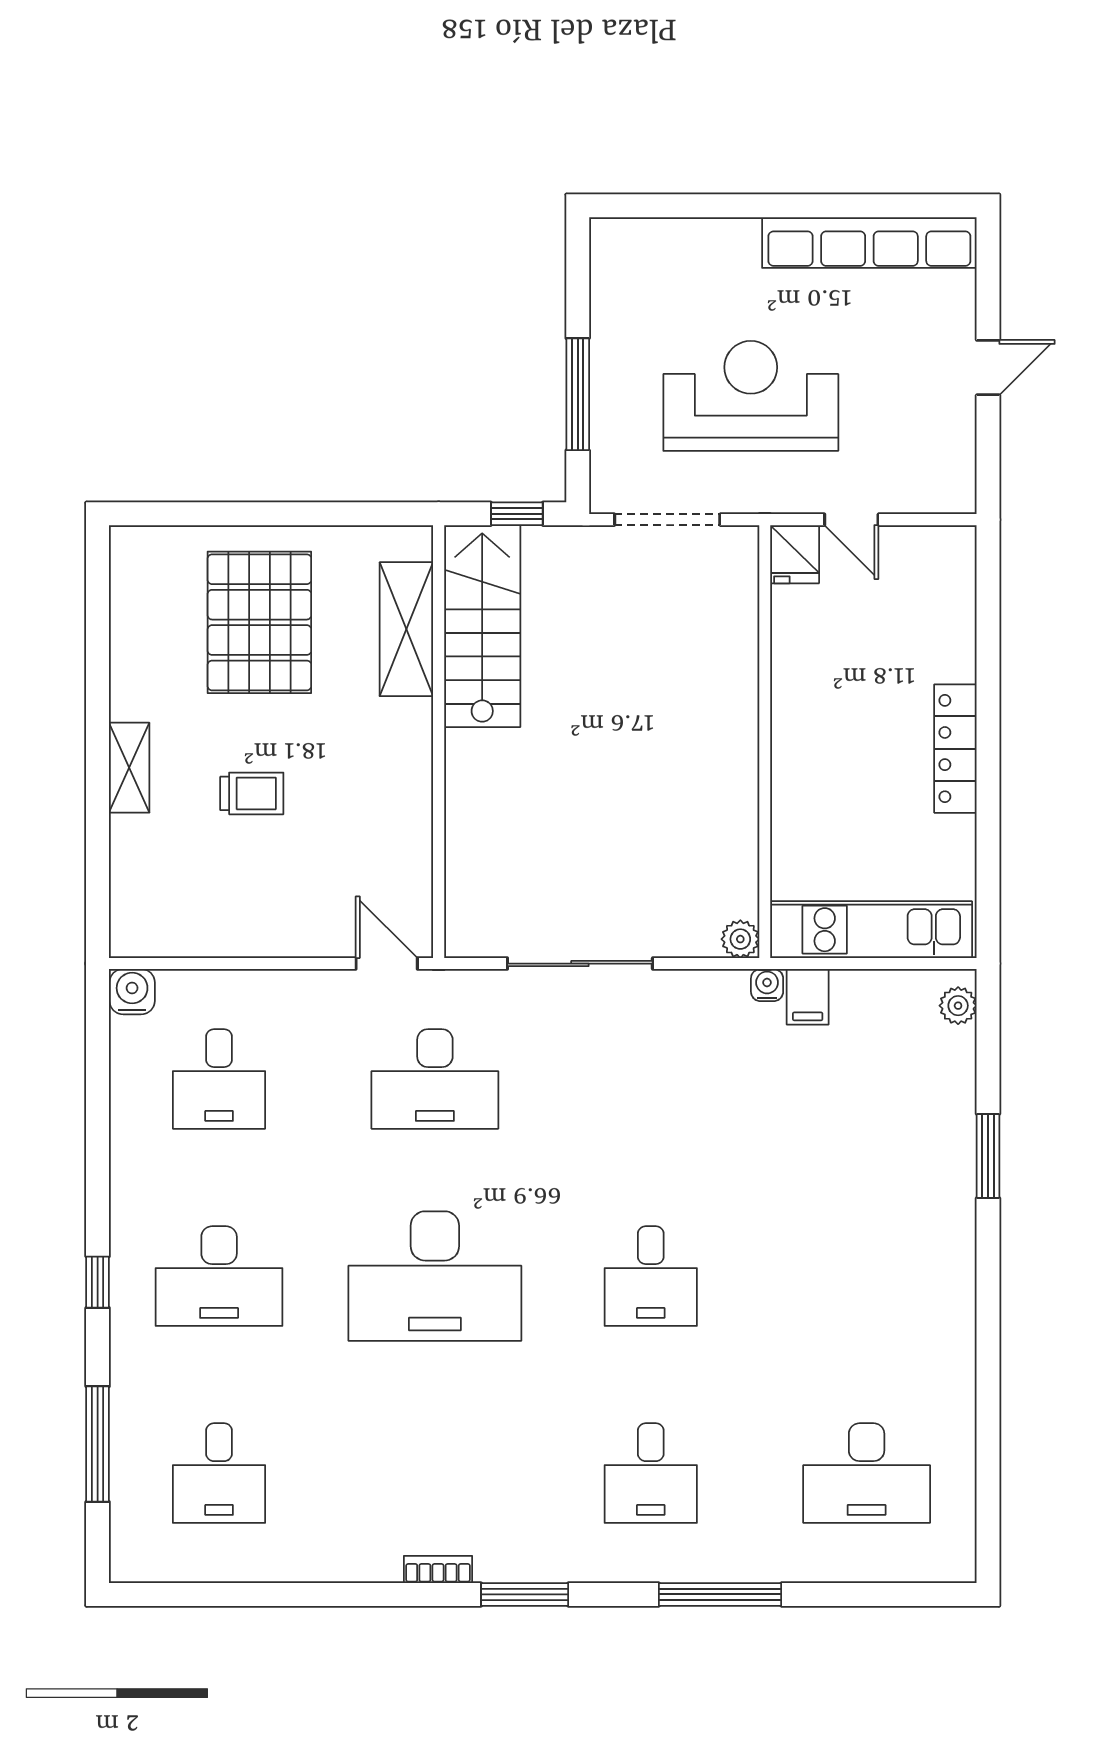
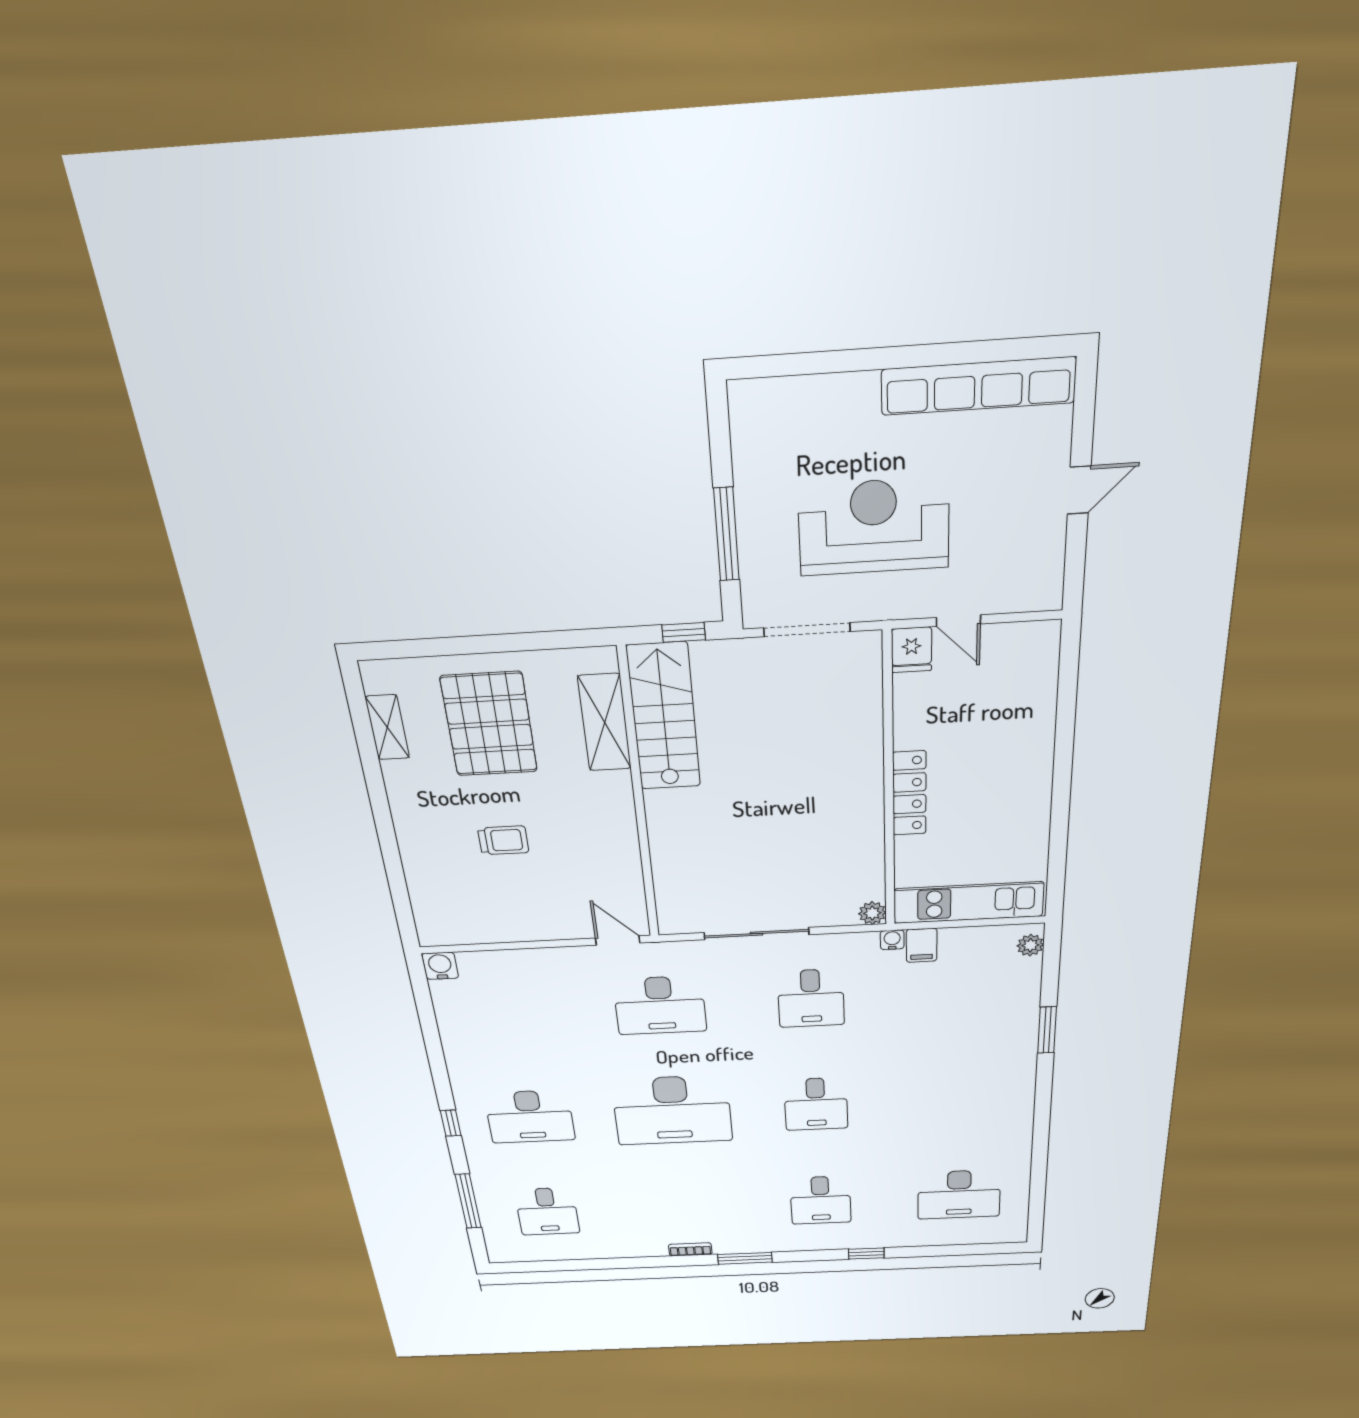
locker: (955, 749) -> (909, 793), moved, turned 180
shelving: (129, 768) -> (387, 727), moved
desk: (219, 1079) -> (811, 998), moved
window: (720, 1594) -> (866, 1254), width x0.46

